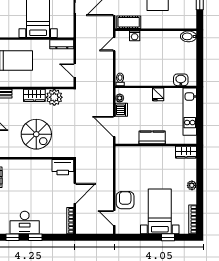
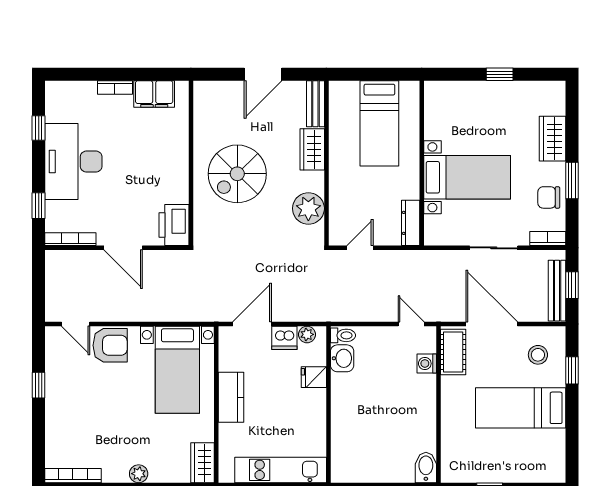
washbasin: (181, 80) -> (342, 358), moved
fridge: (158, 94) -> (314, 377), moved
wardrobe: (34, 95) -> (312, 149), moved
bed with nightstands: (160, 211) -> (177, 370), moved, turned 90
door: (114, 218) -> (76, 324), swing flipped
desk: (25, 223) -> (73, 162), width x1.36, depth x1.30
window: (35, 237) -> (39, 206), moved
window: (168, 237) -> (39, 385), moved

